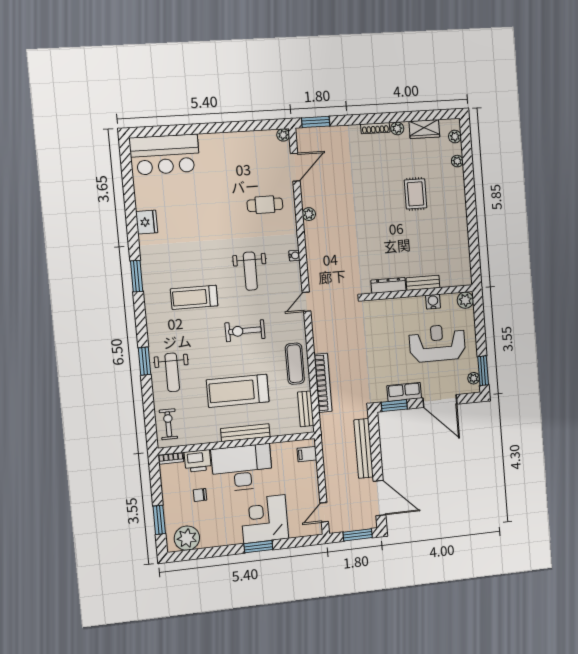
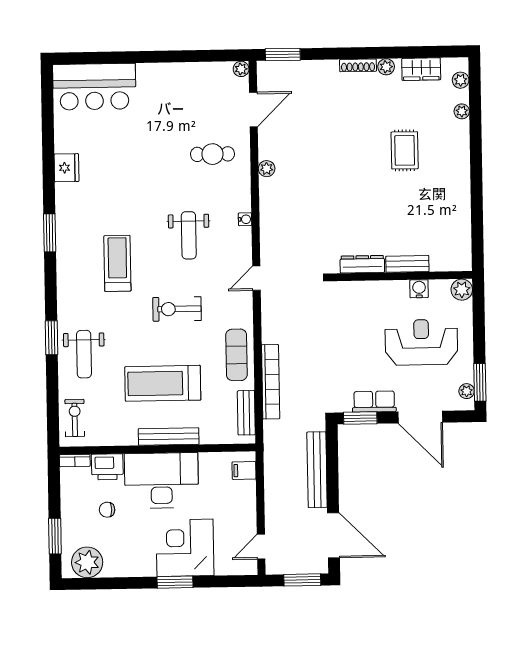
treadmill: (194, 297) -> (117, 263), turned 90

